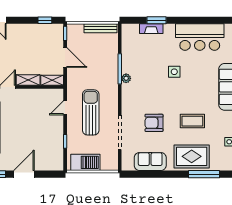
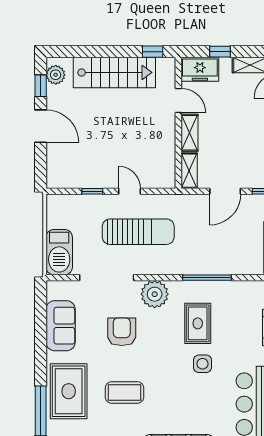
rug: (149, 75) -> (198, 323), added
plant: (126, 78) -> (155, 294), moved, width x1.88, depth x1.88
door: (65, 108) -> (130, 191), moved
coffee table: (192, 121) -> (125, 392), turned 90
barbecue: (85, 162) -> (59, 252), moved

